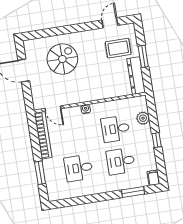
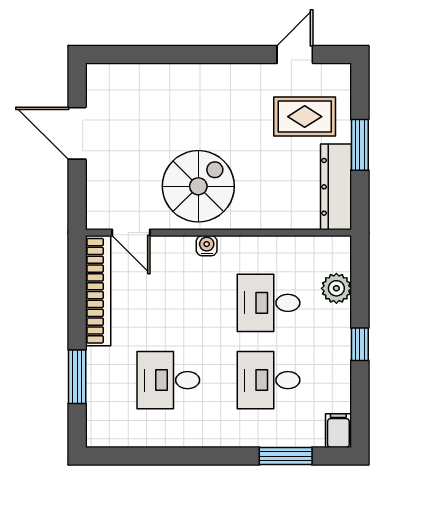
spiral stairs: (62, 59) -> (198, 186), moved

